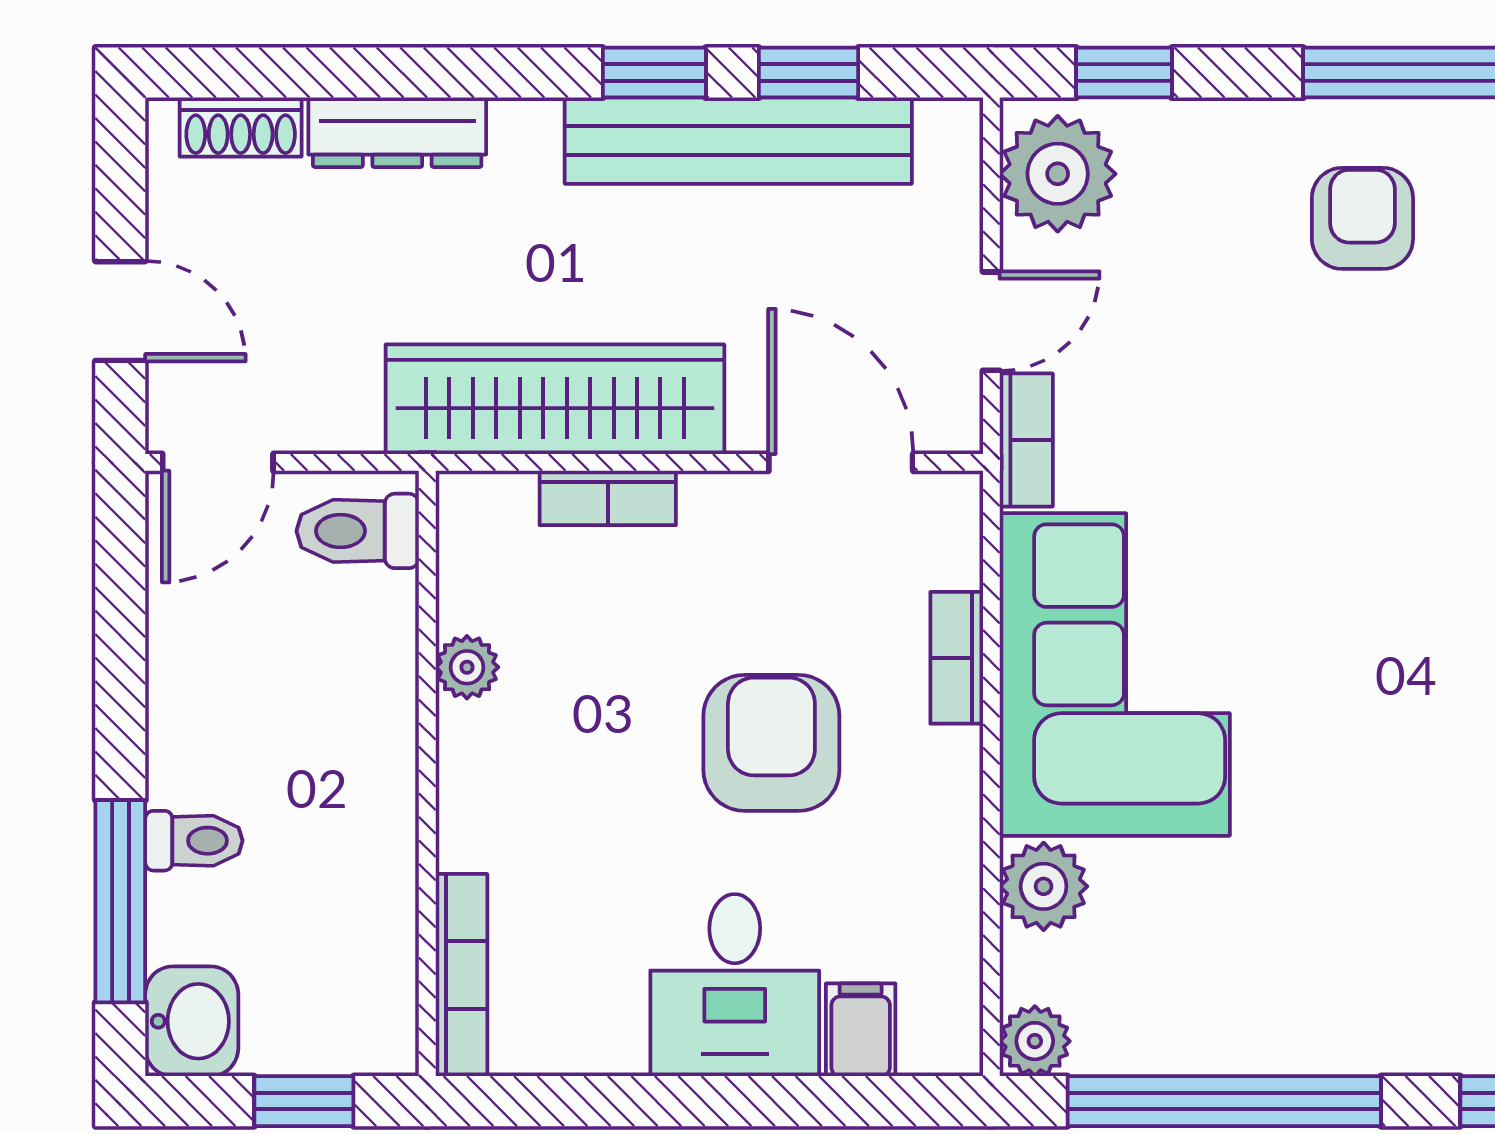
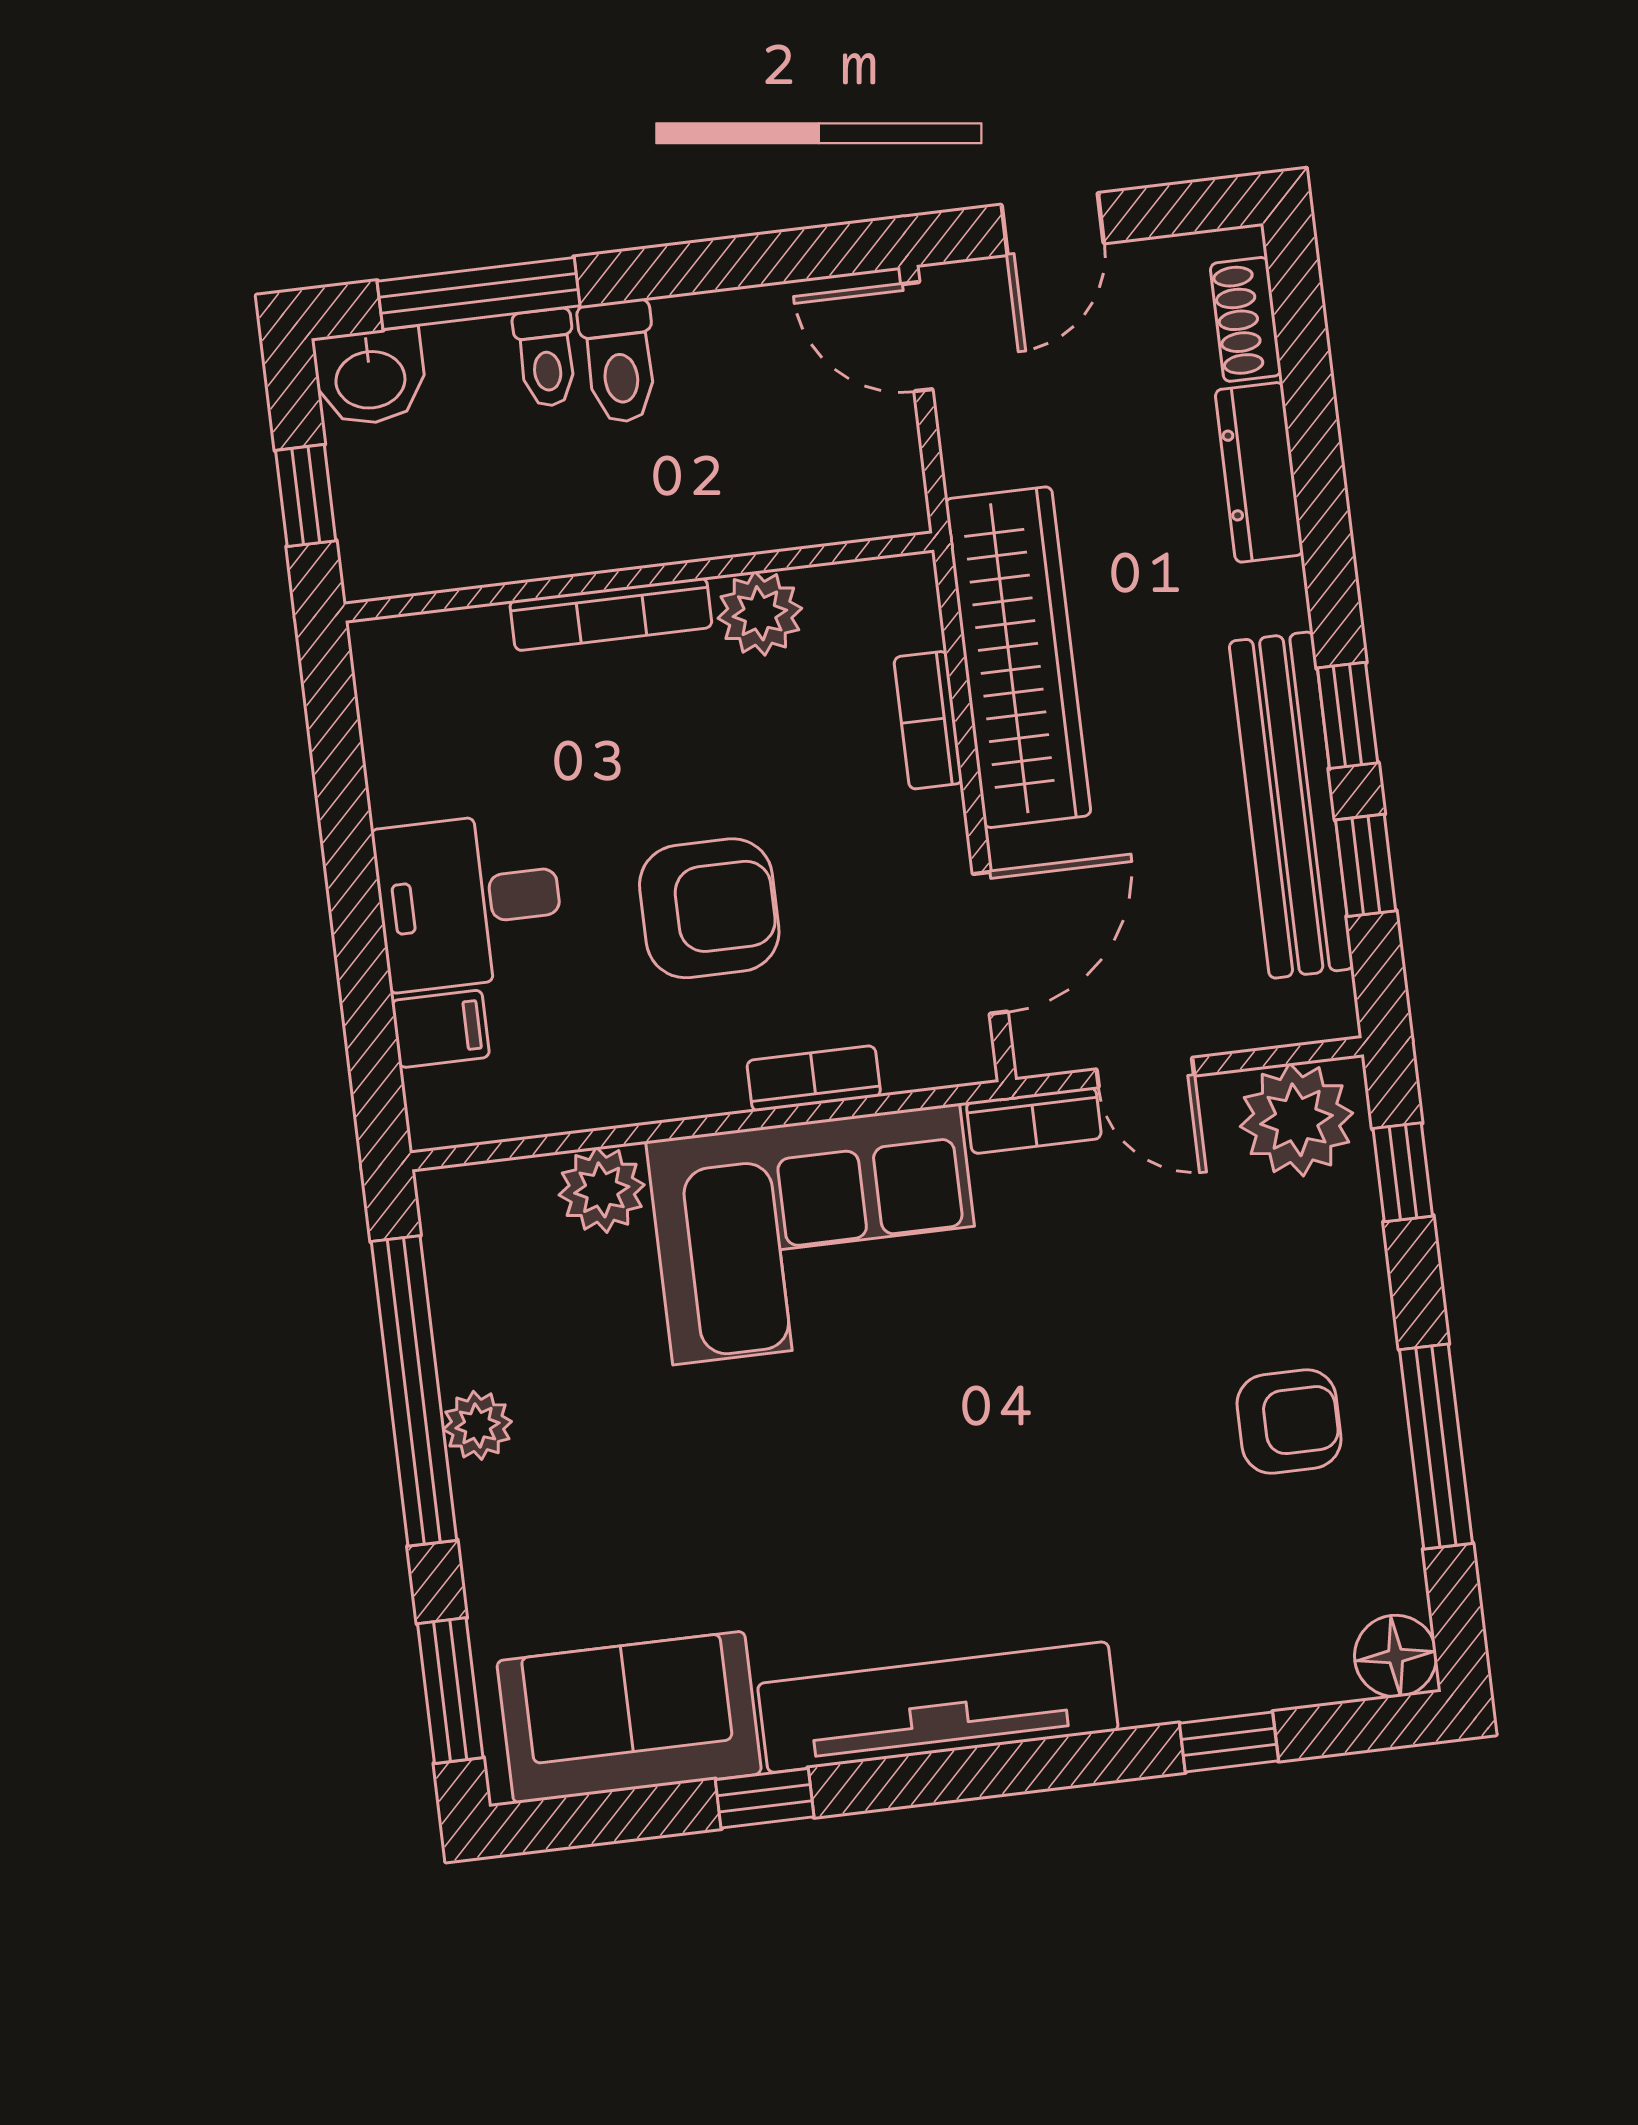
toilet: (358, 531) -> (619, 362), moved, turned 180
plant: (467, 667) -> (760, 613), width x1.38, depth x1.38
bookcase: (461, 975) -> (611, 614), moved
plant: (1035, 1041) -> (477, 1425), moved

